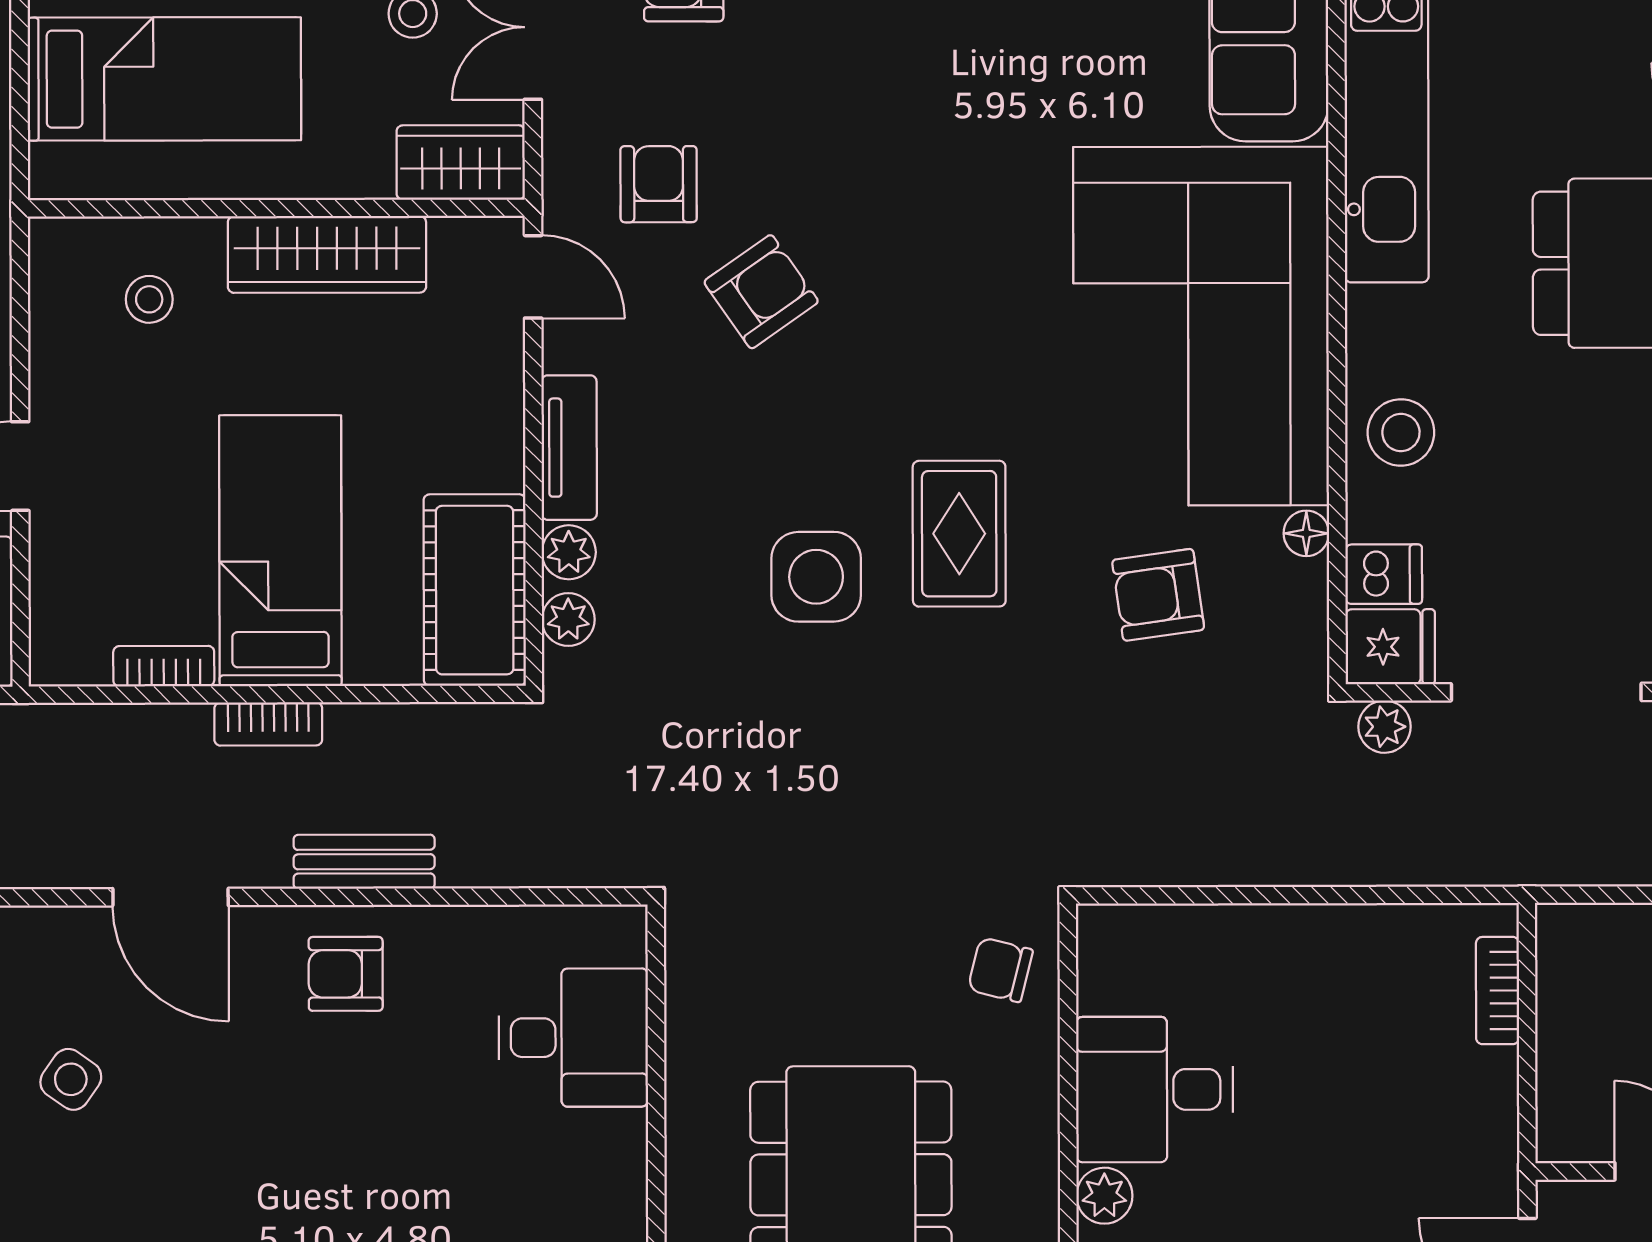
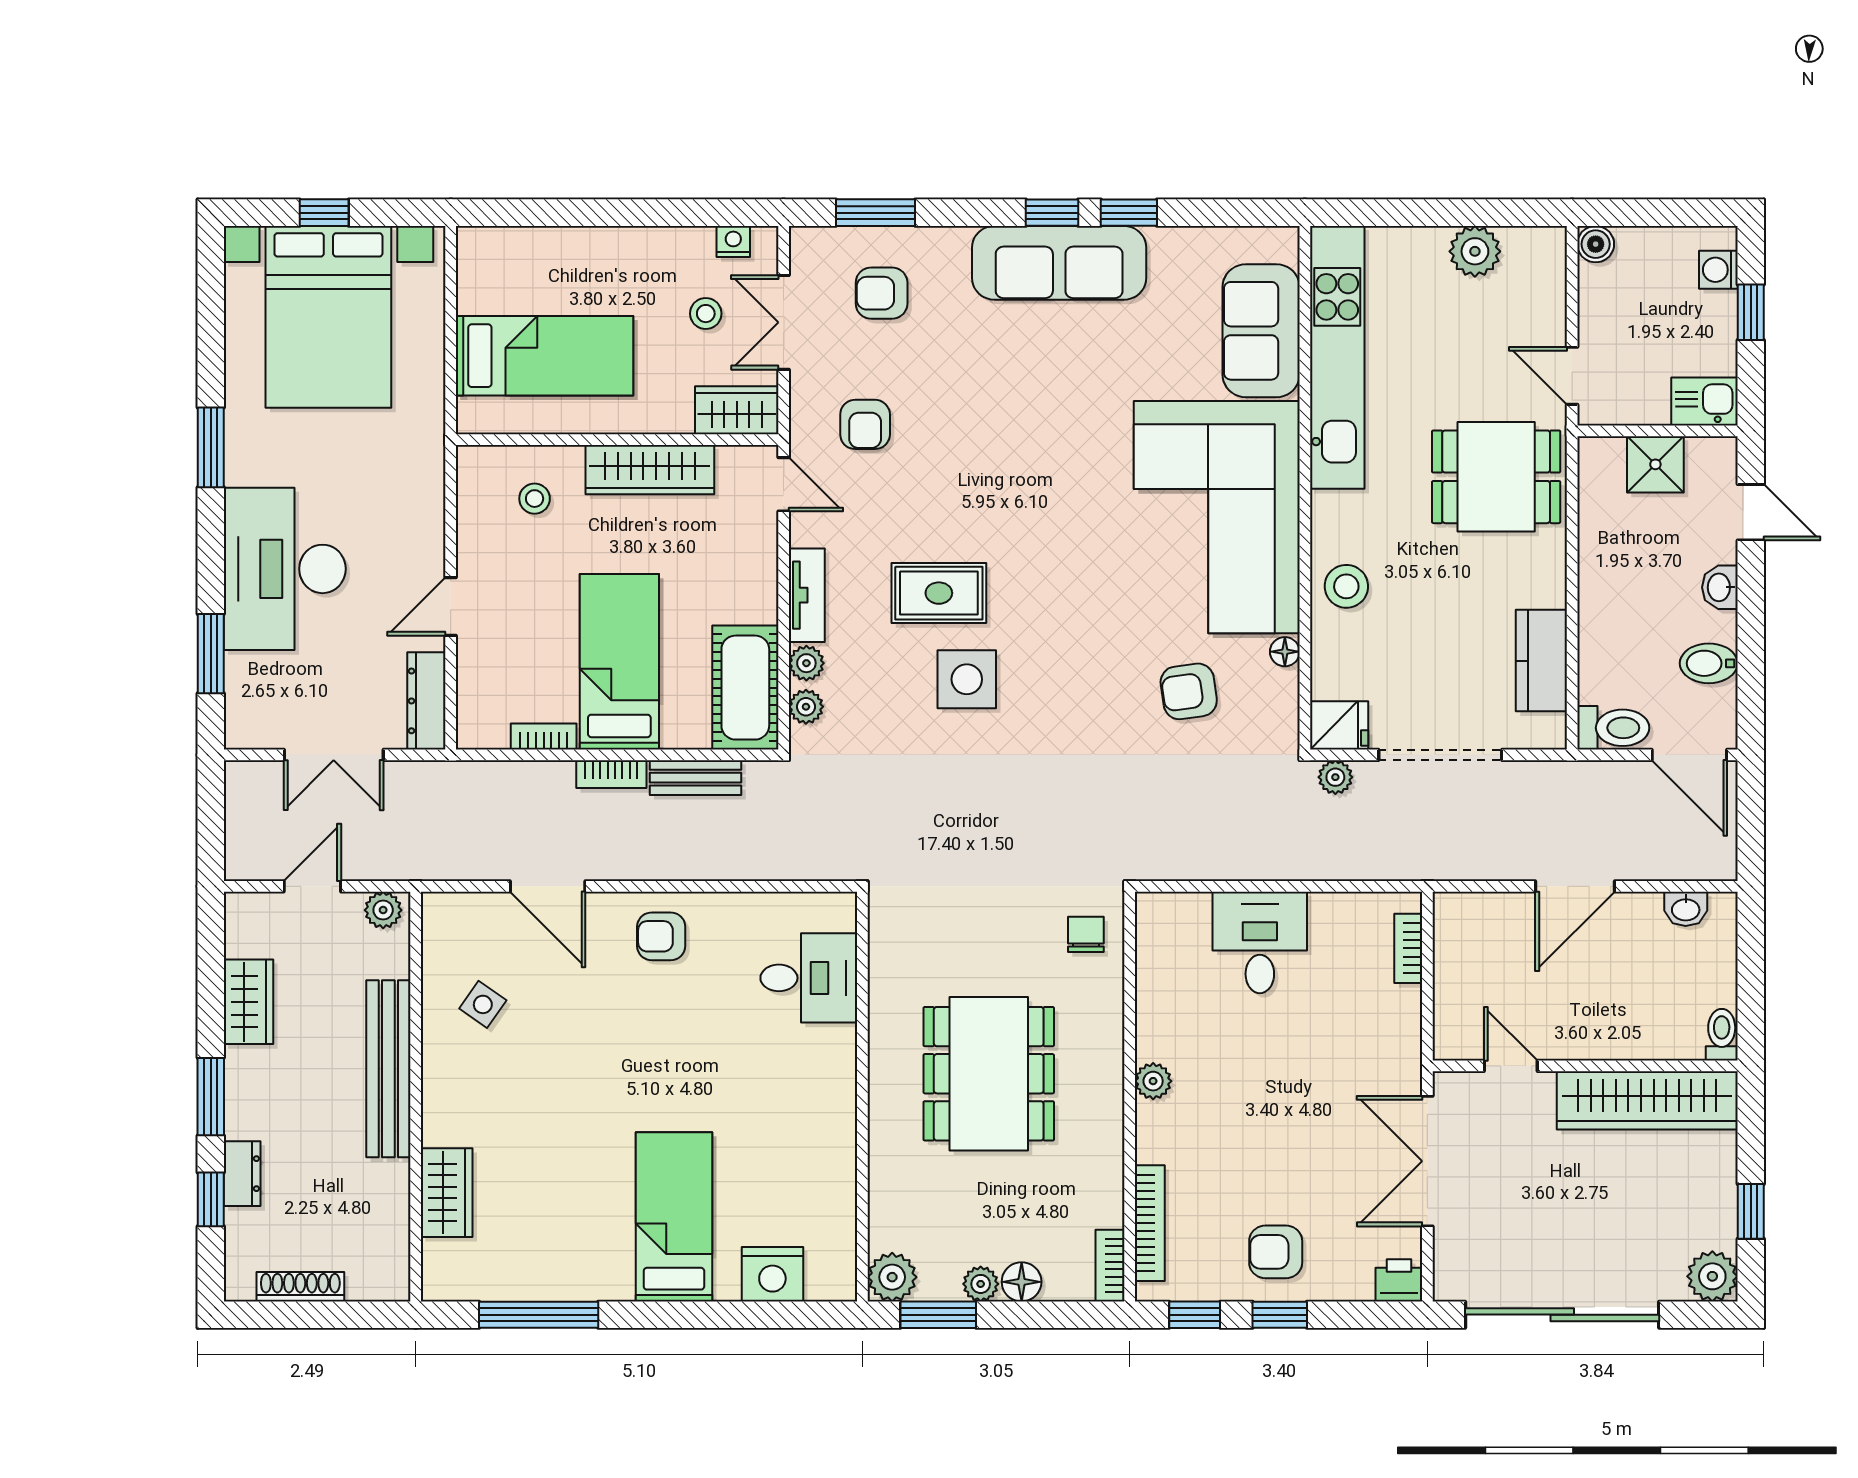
armchair: (659, 184) -> (865, 424), turned 180
armchair: (761, 292) -> (931, 494), removed
rug: (959, 534) -> (939, 593), moved, turned 90
dishwasher: (1384, 574) -> (1335, 678), removed
bench: (364, 862) -> (695, 778), moved
chair: (1000, 970) -> (1086, 934), turned 76
desk: (1155, 1089) -> (1260, 942), moved, turned 90

